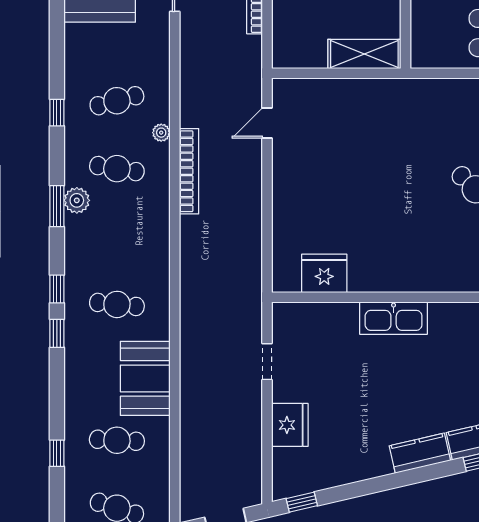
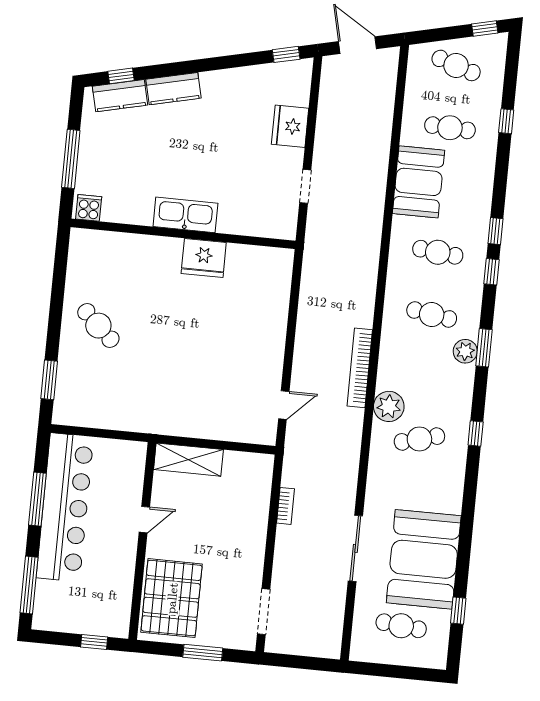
plant: (161, 133) -> (389, 406), width x1.87, depth x1.87
cafe table: (117, 169) -> (432, 314), moved
fridge: (324, 273) -> (204, 258), moved

